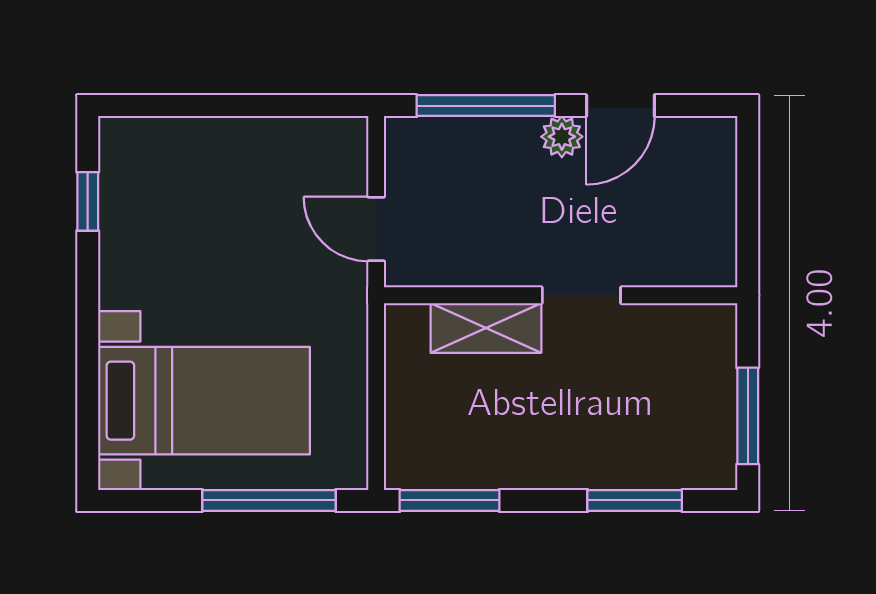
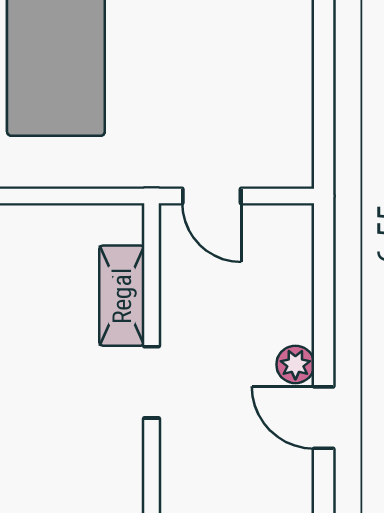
window: (486, 106) -> (324, 295), removed
door: (376, 229) -> (212, 196), swing flipped

